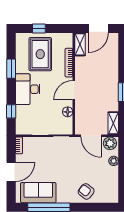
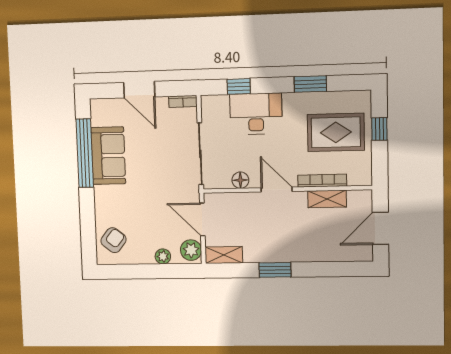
door: (98, 28) -> (380, 228), hinge flipped
shelving: (80, 44) -> (327, 199), moved
desk: (28, 89) -> (256, 114), moved
door: (91, 136) -> (202, 219), hinge flipped
armchair: (86, 191) -> (114, 240), moved
sofa: (38, 193) -> (108, 156), moved

